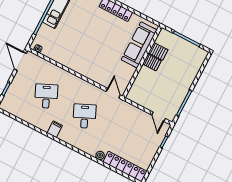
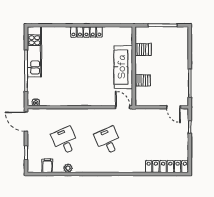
sofa: (139, 45) -> (123, 67), moved
server rack: (152, 62) -> (143, 80), moved
filing cabinet: (55, 129) -> (47, 166), moved
plant: (100, 155) -> (68, 168), moved

